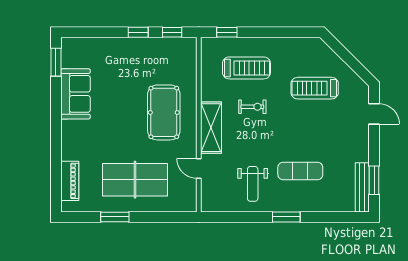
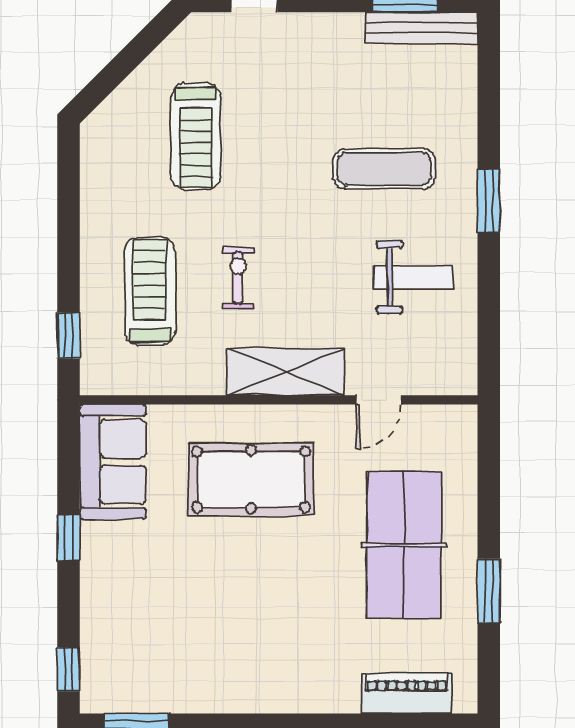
window: (172, 32) -> (69, 669), moved
sofa: (75, 94) -> (113, 462), moved, turned 90
exercise mat: (300, 171) -> (384, 169), turned 90

